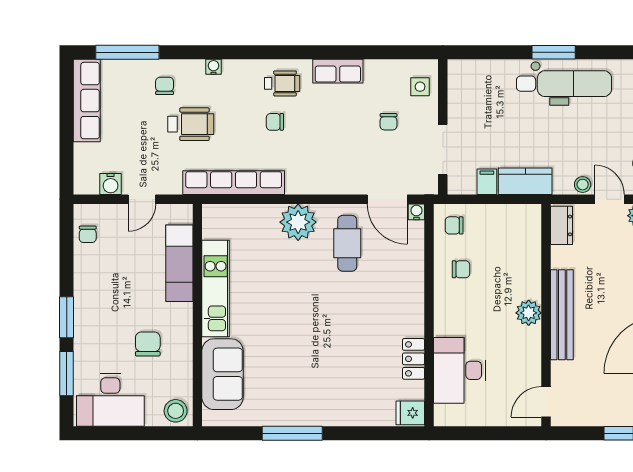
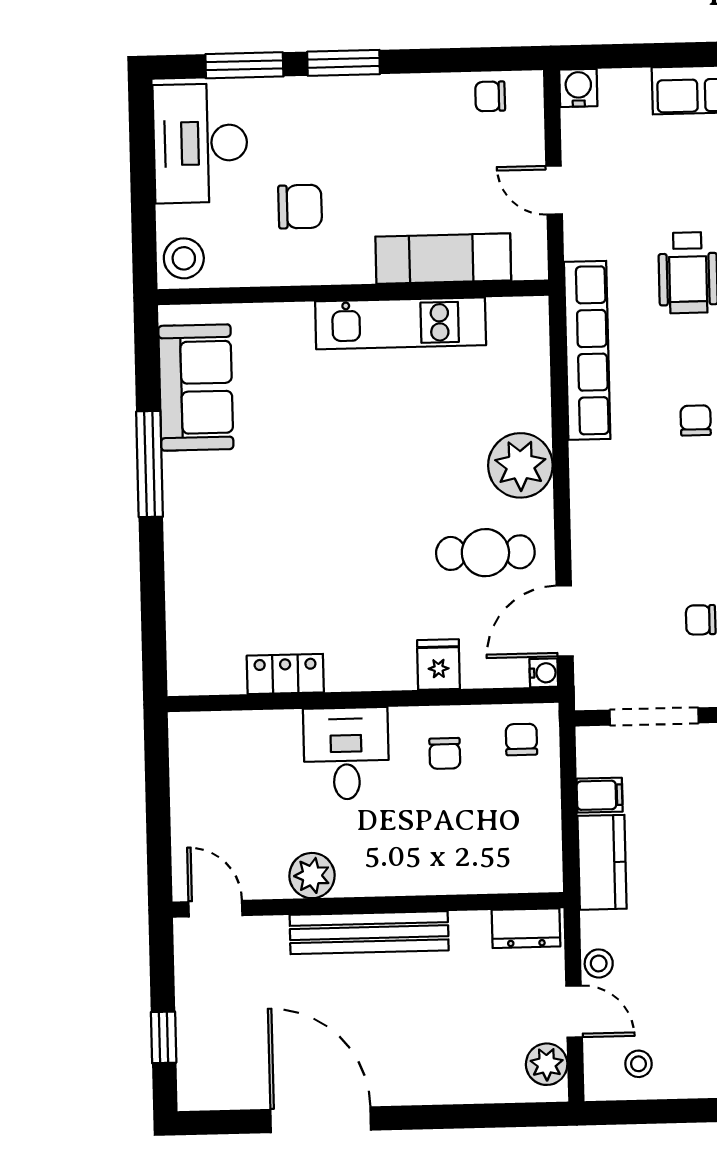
water cooler: (111, 184) -> (578, 88), moved, turned 90
door: (610, 199) -> (574, 1012), hinge flipped
plant: (529, 313) -> (312, 876), moved
desk: (460, 370) -> (346, 753), moved, width x0.73
sofa: (222, 374) -> (196, 387), moved, turned -90
fridge: (410, 413) -> (439, 665), moved

